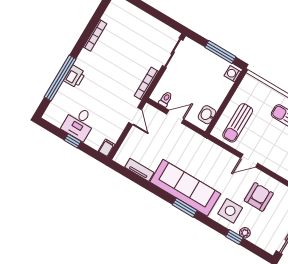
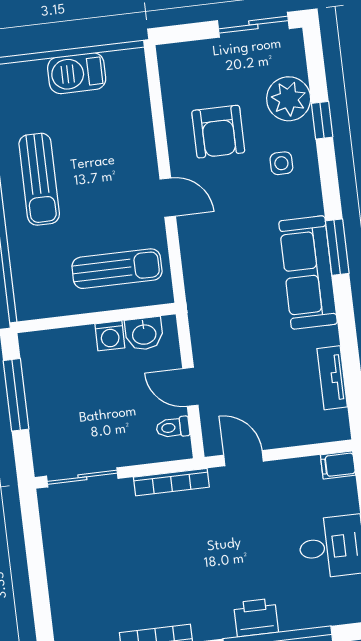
washing machine: (232, 74) -> (110, 336), moved
door: (135, 116) -> (243, 458), hinge flipped
sofa: (185, 188) -> (308, 272), width x0.74, depth x0.79
armchair: (259, 197) -> (218, 132), turned -90
side table: (230, 211) -> (281, 163), width x0.54, depth x0.54
plant: (245, 233) -> (289, 99), width x1.87, depth x1.87

